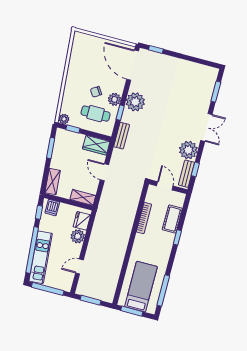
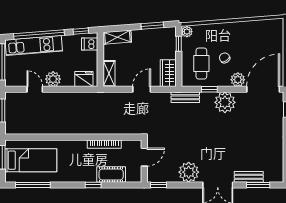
plant: (114, 99) -> (238, 80), moved
window: (195, 169) -> (159, 185), moved
bench: (186, 174) -> (249, 177), moved
plant: (78, 236) -> (53, 79), moved

